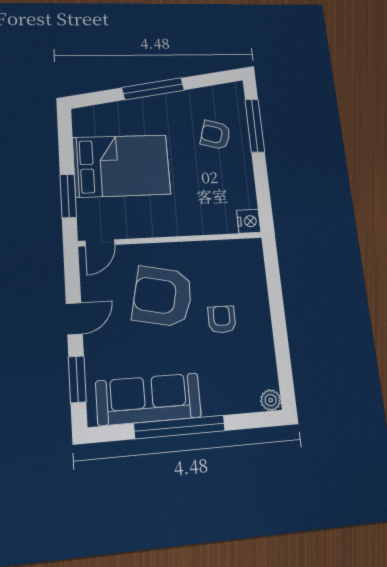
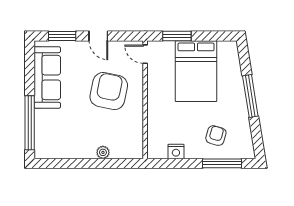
nightstand: (249, 221) -> (176, 152), moved
armchair: (222, 319) -> (92, 127), removed
plant: (271, 400) -> (103, 152), moved
window: (180, 427) -> (30, 123), moved

